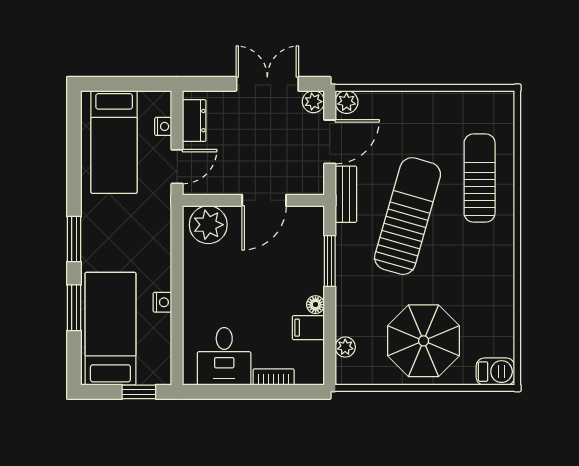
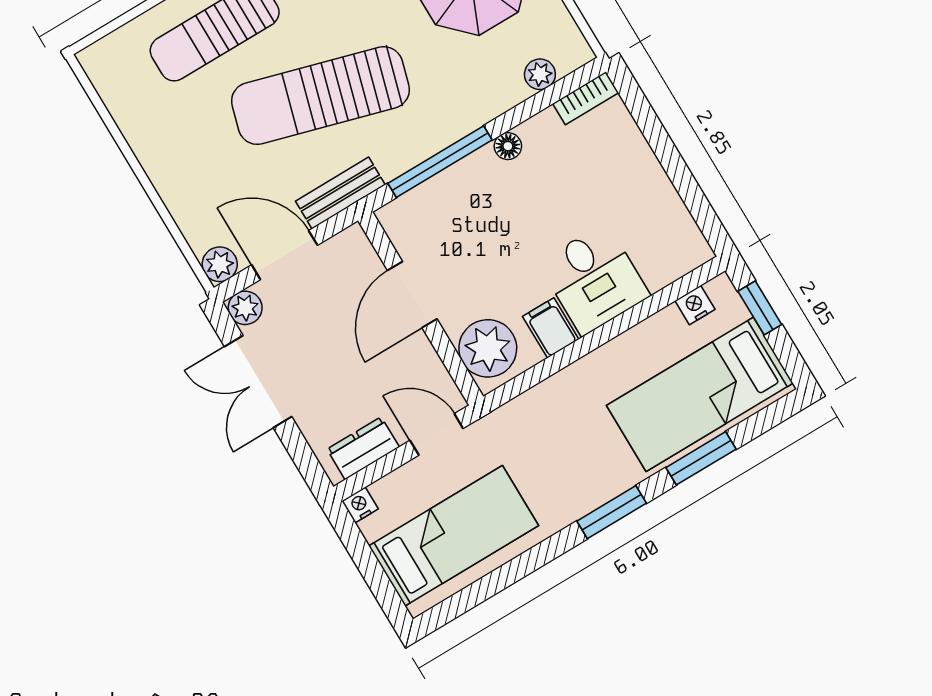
nightstand: (163, 126) -> (360, 505), moved
door: (264, 200) -> (412, 295), swing flipped
window: (330, 261) -> (440, 162), width x1.44
nightstand: (162, 302) -> (695, 305), moved
filing cabinet: (308, 328) -> (551, 328), moved, turned 180
desk: (224, 356) -> (594, 279), moved, turned 90
bookcase: (274, 377) -> (586, 98), moved, turned -90

